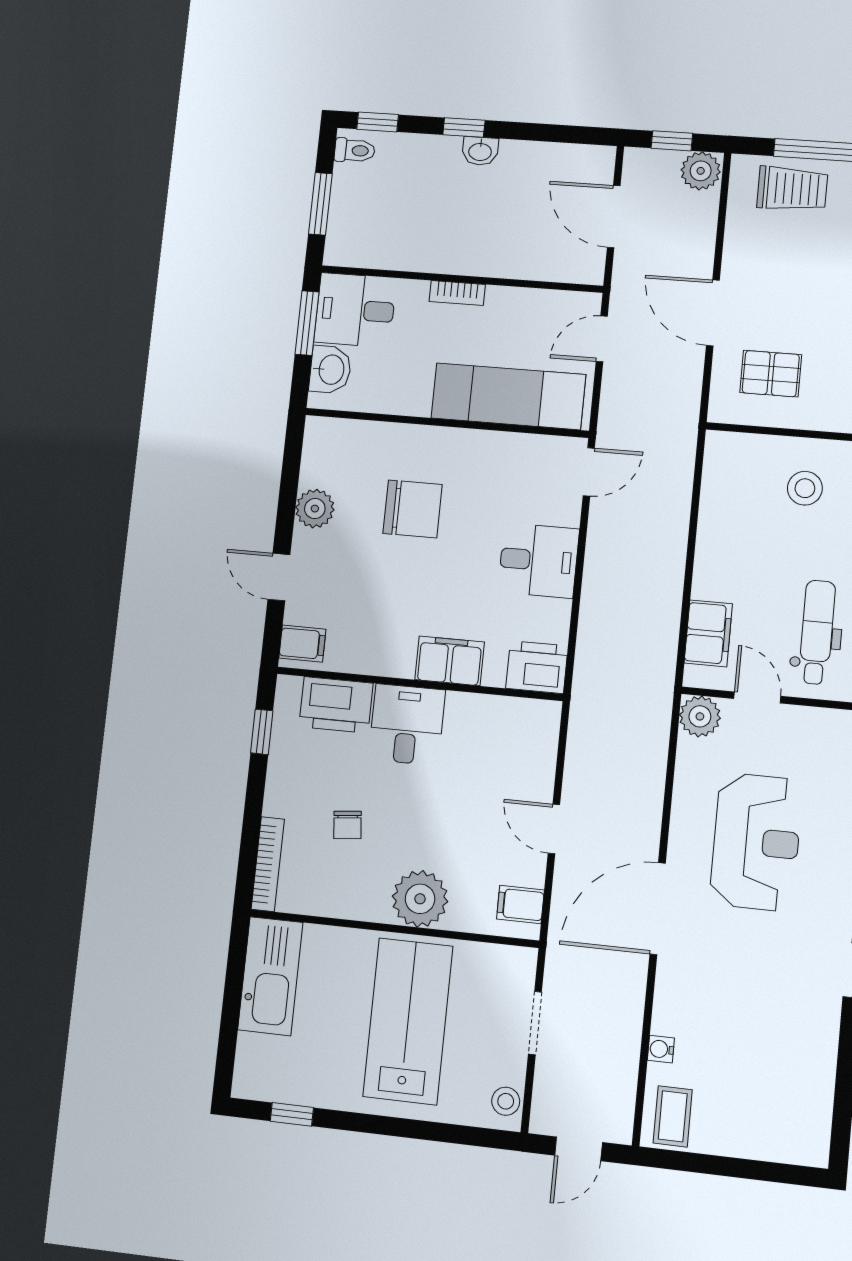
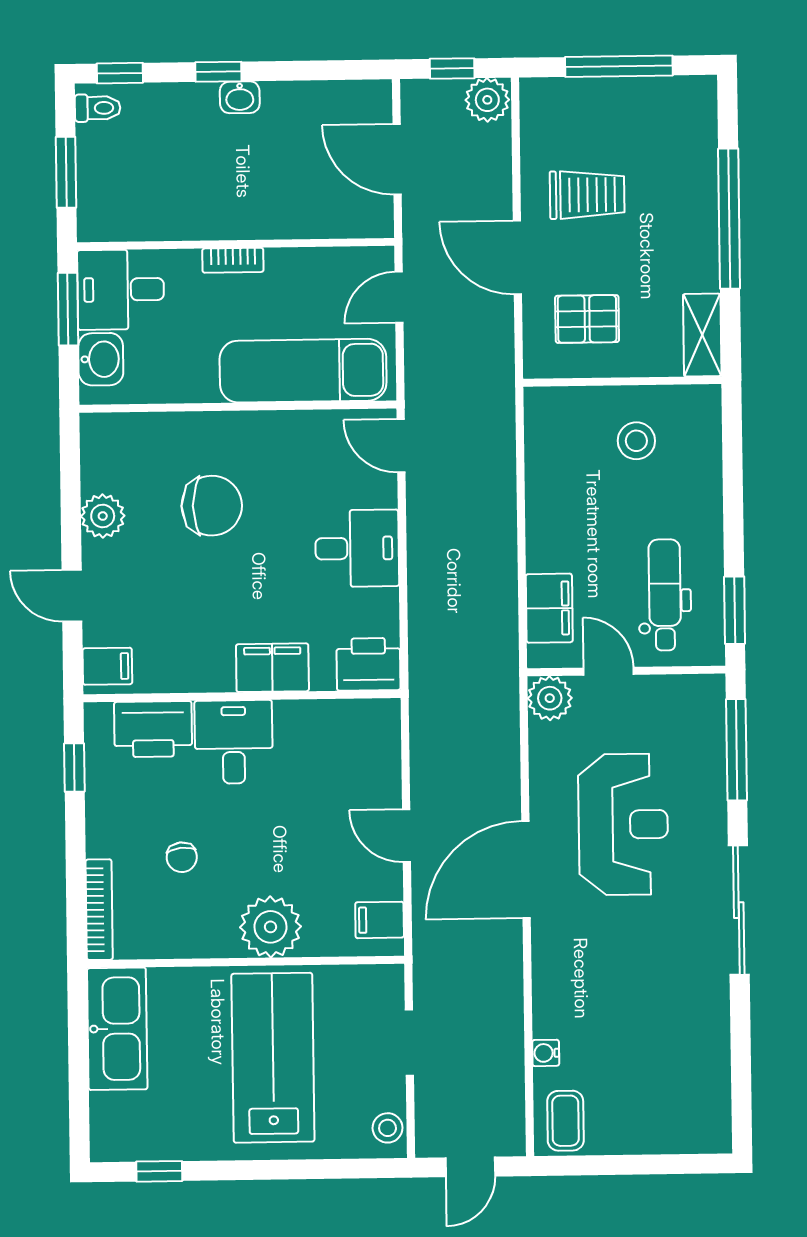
trolley: (792, 189) -> (587, 195), moved
door: (589, 472) -> (401, 446), swing flipped
door: (658, 909) -> (526, 870), moved

